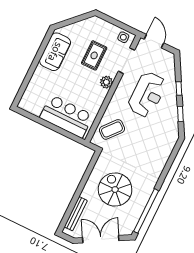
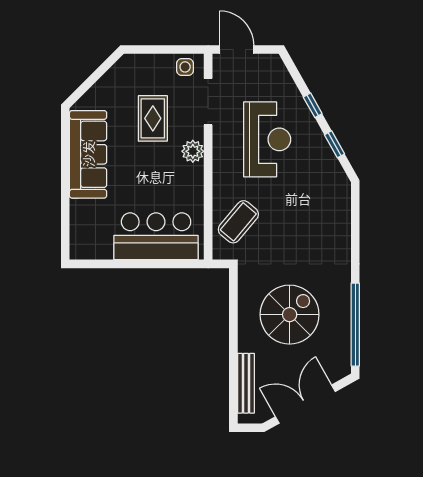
sofa: (55, 52) -> (88, 154), width x1.36
spiral stairs: (115, 190) -> (290, 315), turned 90

